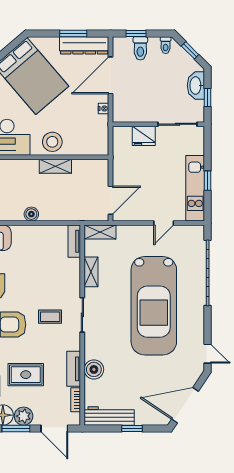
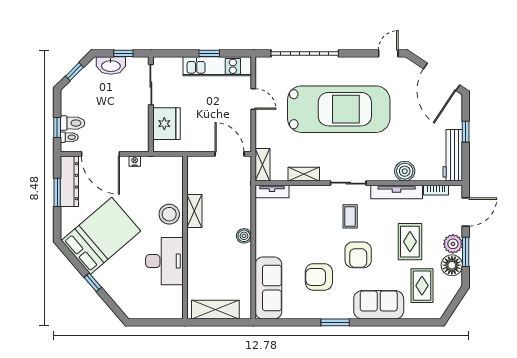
toilet: (166, 45) -> (69, 137), moved
fridge: (144, 136) -> (166, 124), width x1.36, depth x1.34
tv unit: (74, 369) -> (397, 192), width x1.41

